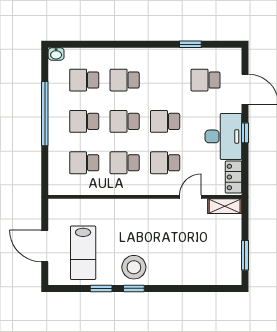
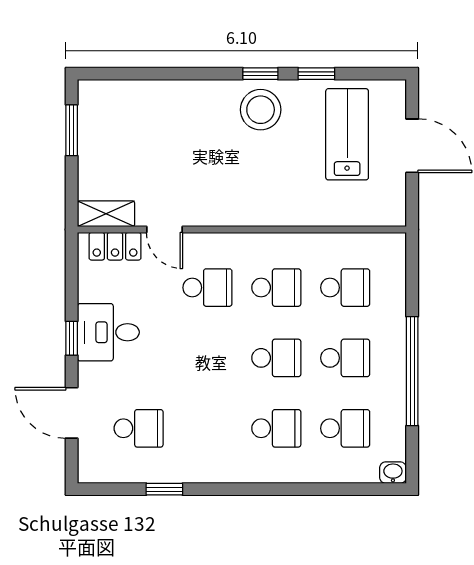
school desk: (165, 121) -> (207, 358), removed
desk: (223, 136) -> (108, 332), width x0.73
locker: (233, 177) -> (115, 246), moved, turned 90
door: (190, 197) -> (164, 230), hinge flipped

